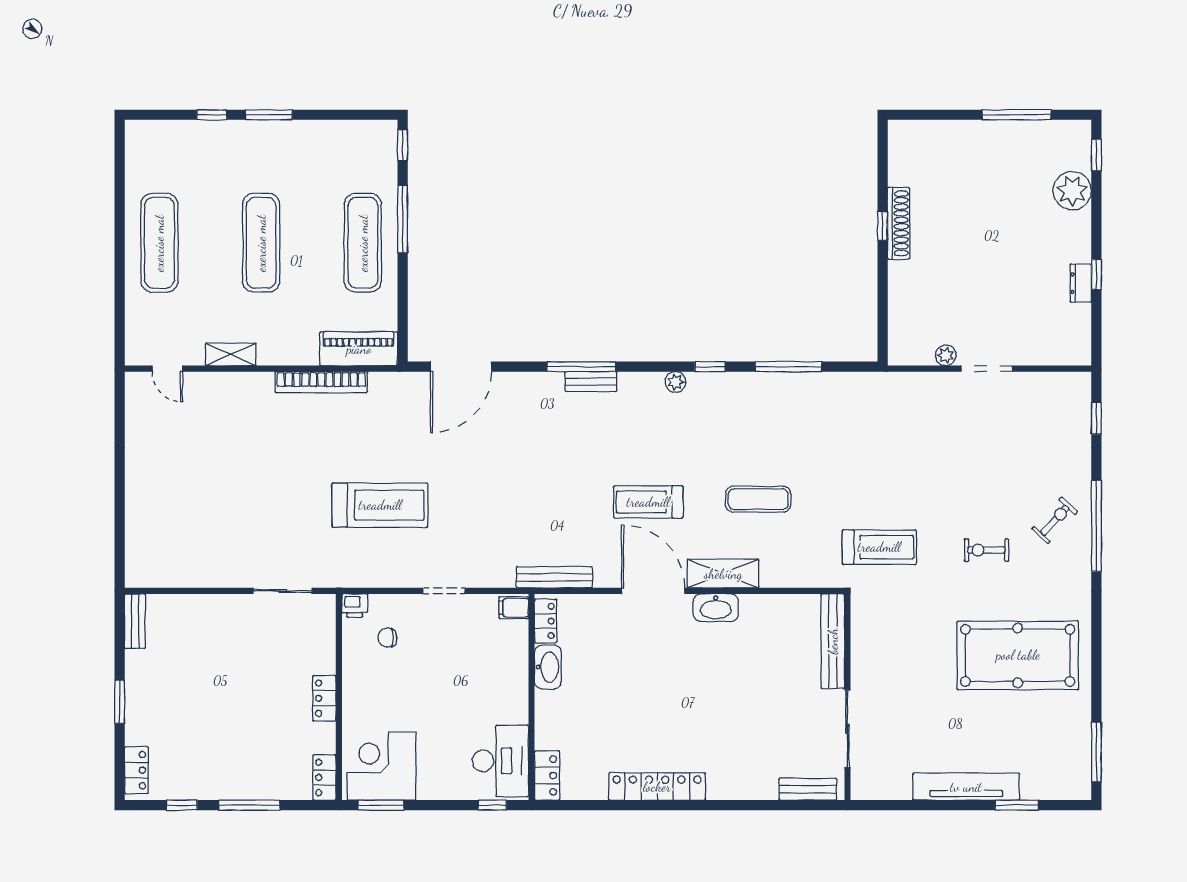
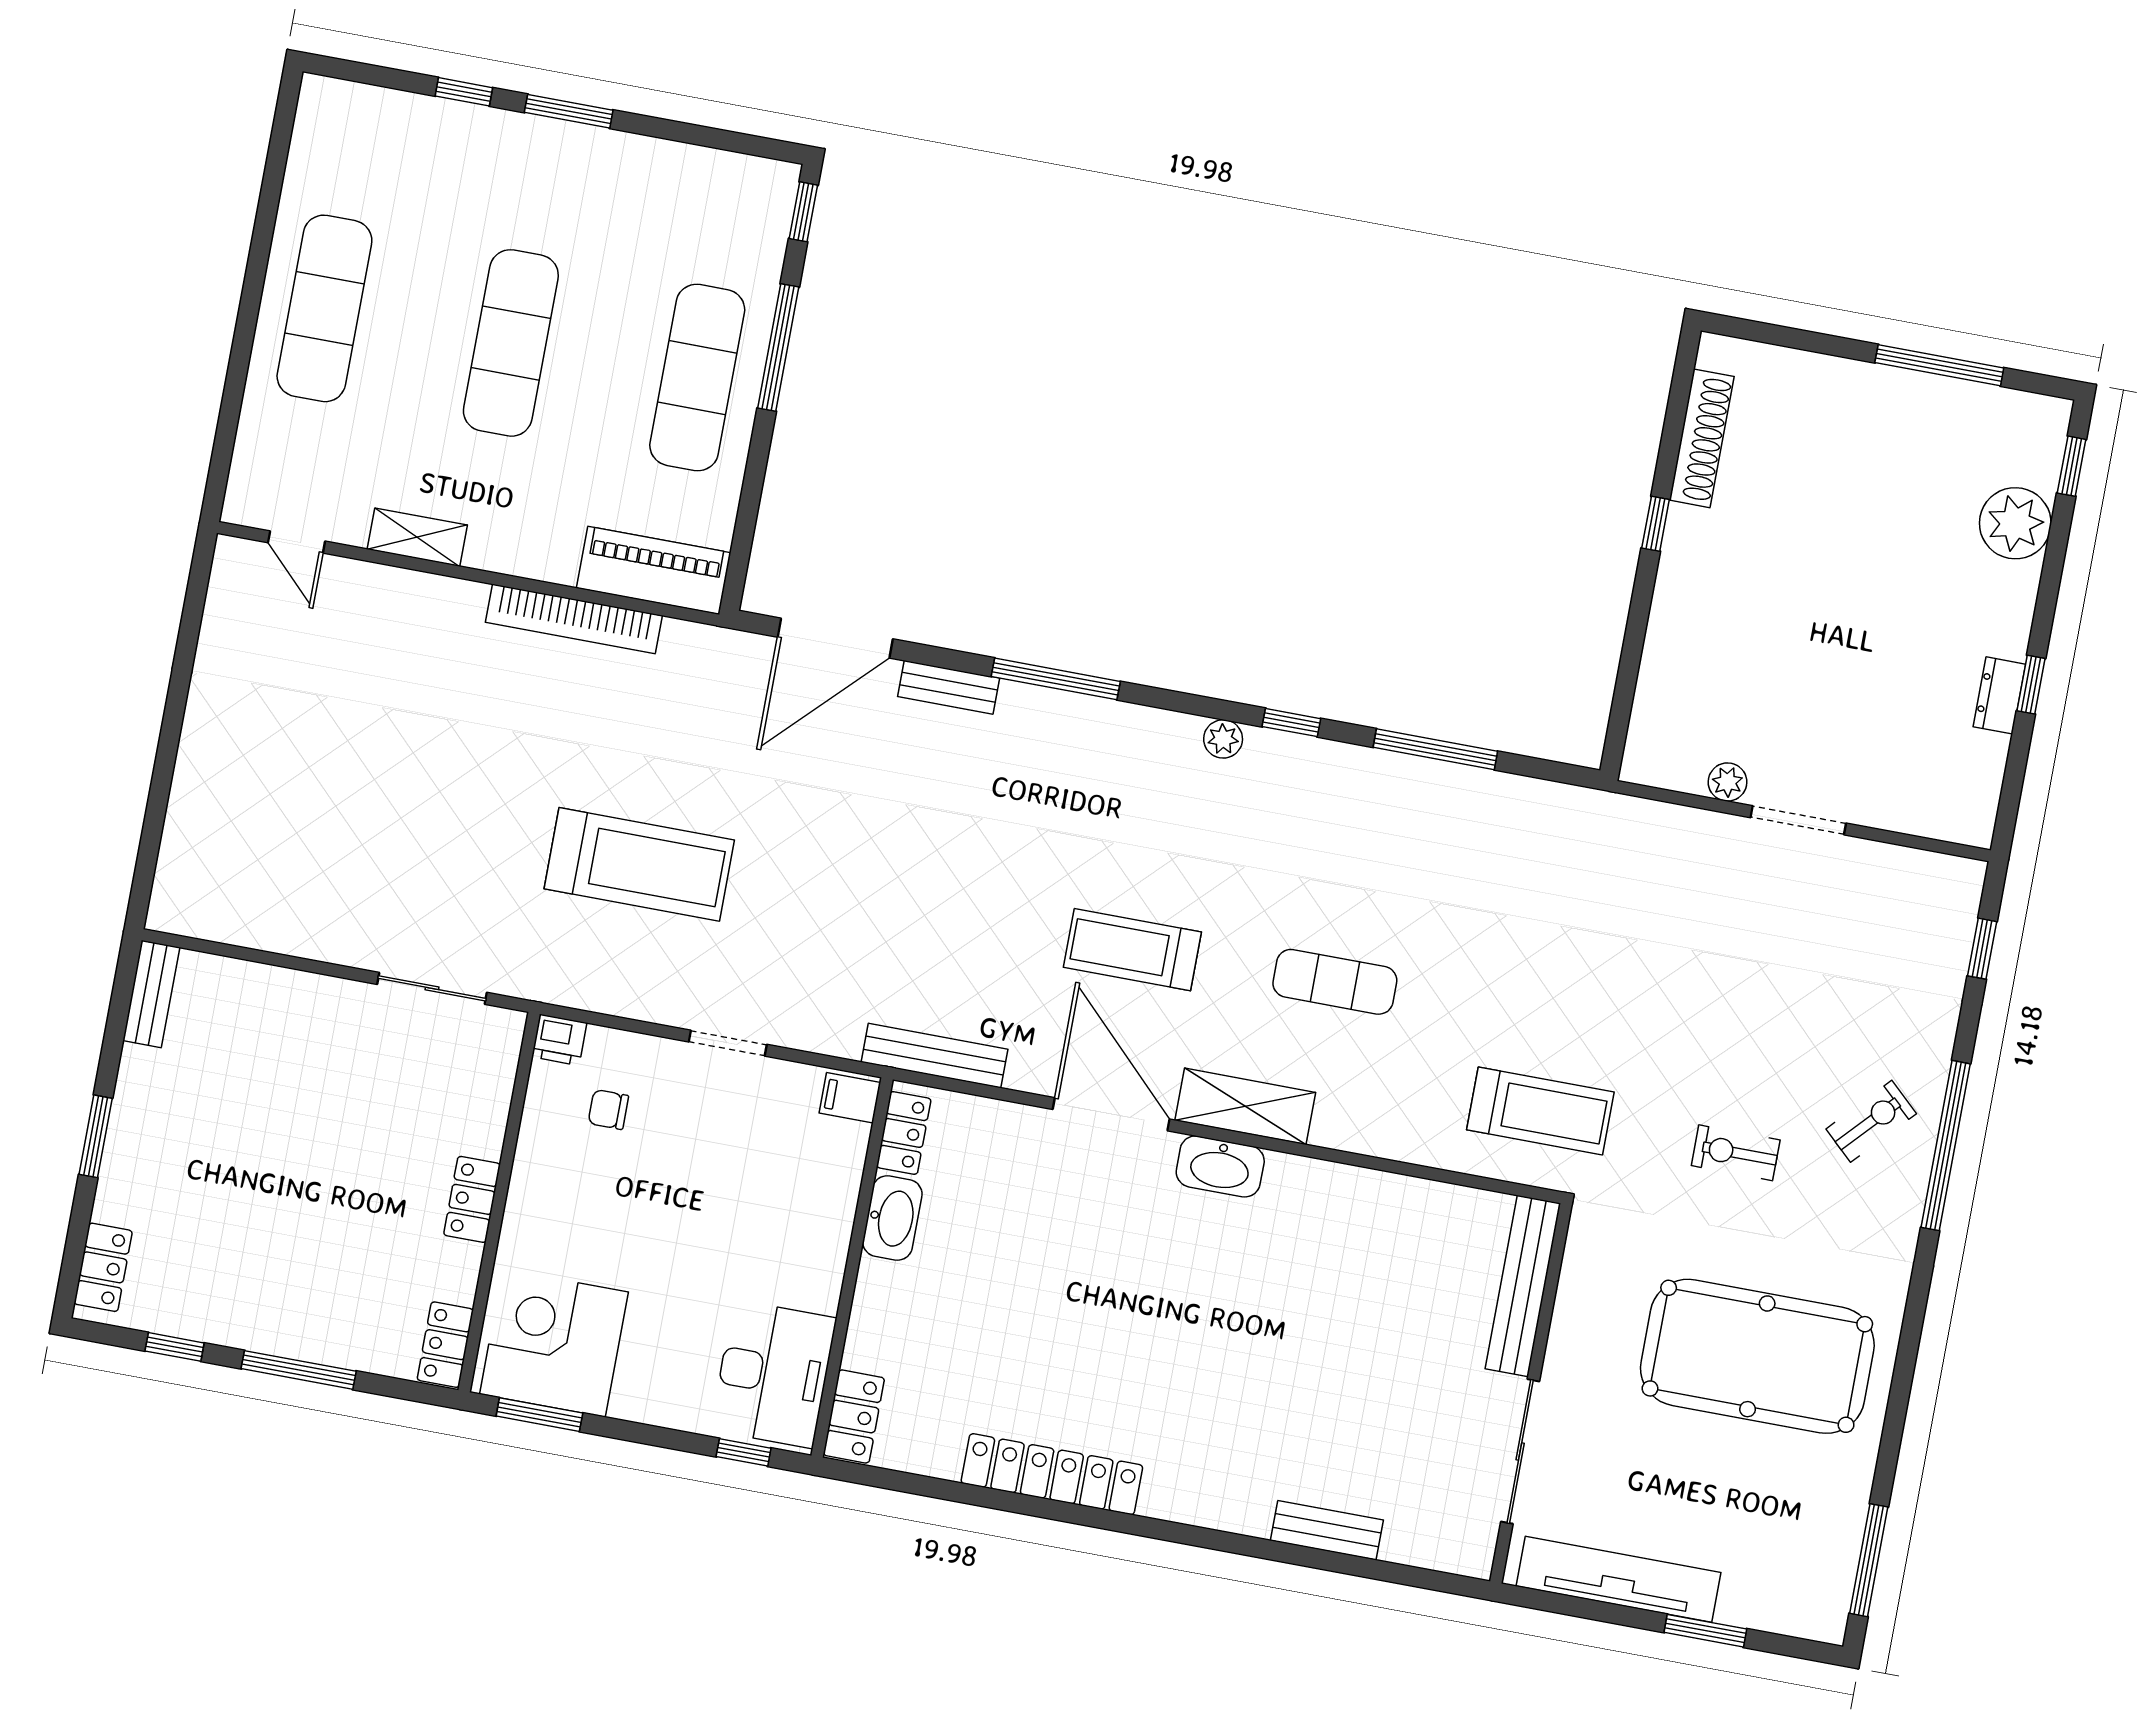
shoe rack: (899, 223) -> (1702, 438), moved
bench: (591, 382) -> (949, 687), moved
bench: (833, 641) -> (1523, 1286), moved
wall: (848, 697) -> (1531, 1393), moved
sliding door: (848, 729) -> (1520, 1451), moved

